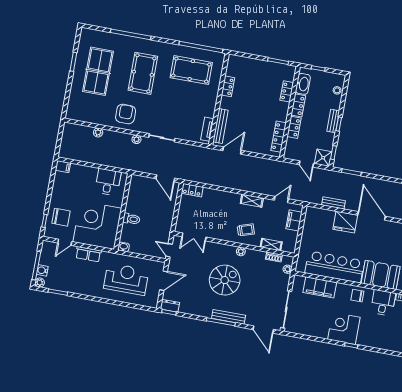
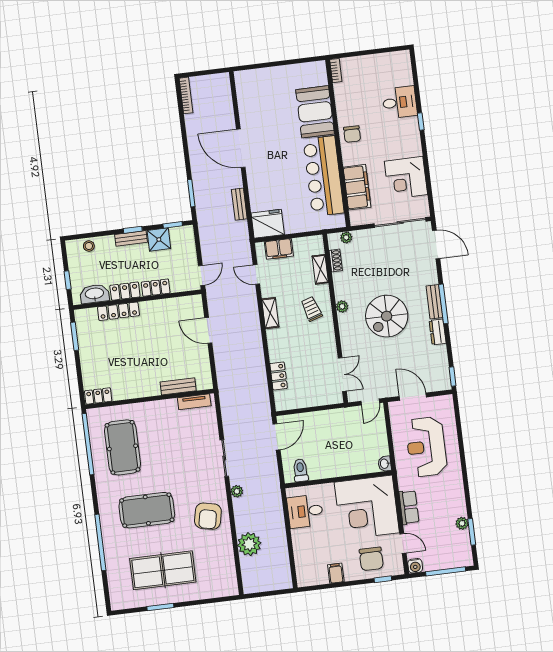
locker: (228, 86) -> (98, 396), moved
locker: (287, 91) -> (118, 311), width x1.53
armchair: (126, 114) -> (208, 516), turned -78
bench: (220, 126) -> (178, 386), width x0.73
plant: (98, 132) -> (249, 544), width x1.87, depth x1.87
locker: (279, 137) -> (174, 304), removed
door: (232, 150) -> (208, 330), moved
shower: (323, 158) -> (159, 240), moved
door: (306, 164) -> (201, 275), moved
filing cabinet: (63, 167) -> (336, 573), moved
locker: (192, 190) -> (279, 376), moved
door: (372, 216) -> (241, 148), hinge flipped
chair: (61, 217) -> (371, 559), turned 180
toilet: (131, 219) -> (300, 470), moved
fridge: (345, 222) -> (268, 224), moved, turned -90
water cooler: (42, 270) -> (415, 566), moved
spiral stairs: (225, 280) -> (387, 316), turned -90
plant: (40, 282) -> (462, 523), moved
desk: (383, 303) -> (400, 102), moved, turned 180
dresser: (170, 306) -> (438, 332), moved
bench: (229, 317) -> (434, 302), width x0.73
corner desk: (344, 328) -> (406, 178), moved
door: (263, 329) -> (436, 244), hinge flipped

